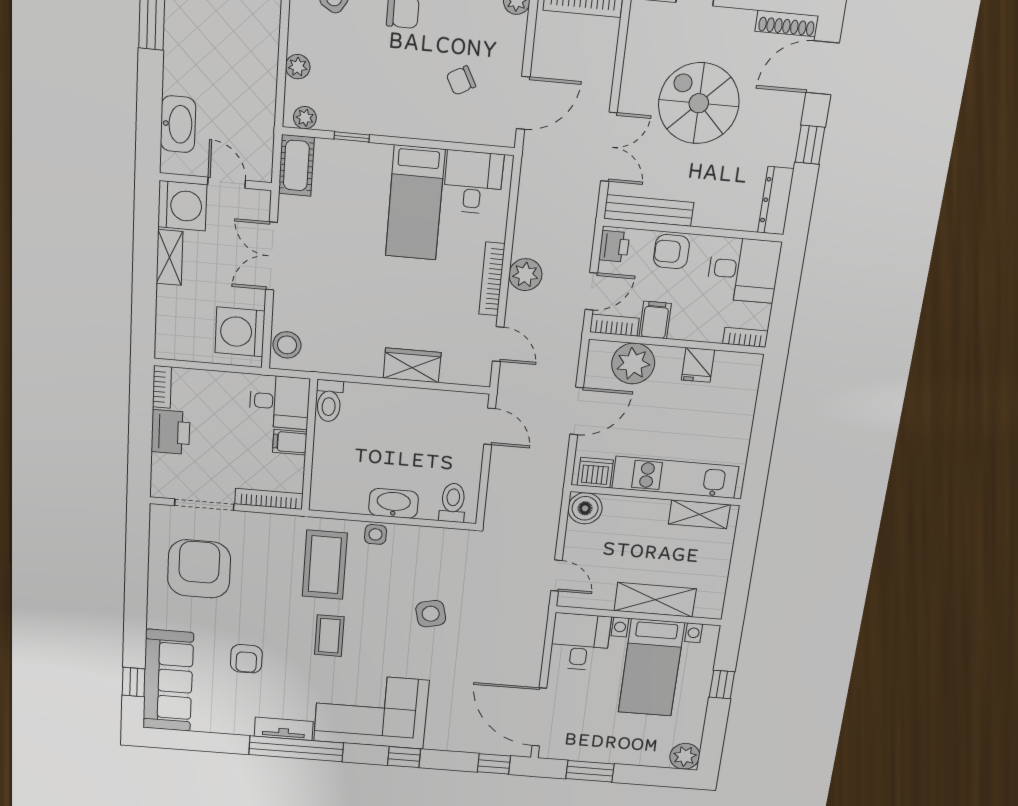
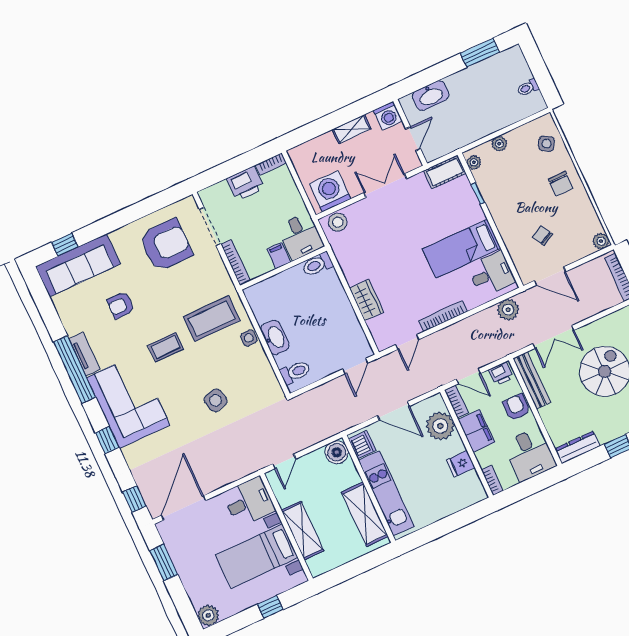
washing machine: (182, 206) -> (388, 116), width x0.73, depth x0.73
plant: (525, 275) -> (508, 310), moved
filing cabinet: (655, 320) -> (477, 431), width x2.00
shelving: (699, 514) -> (365, 514), width x1.50, depth x1.33

